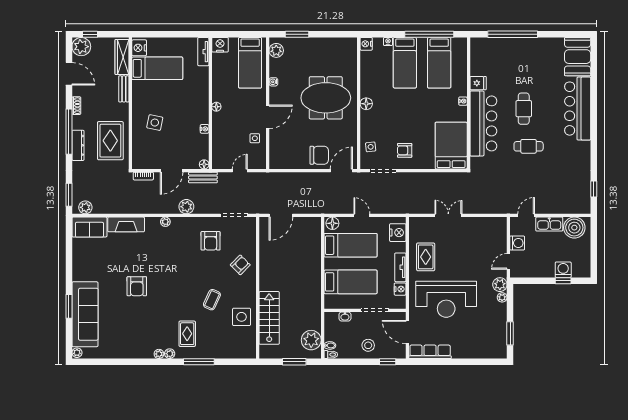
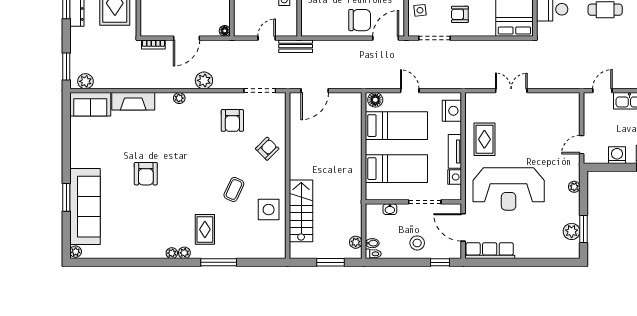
bench: (203, 177) -> (296, 46), moved
washing machine: (517, 243) -> (617, 155), moved, turned -90
plant: (500, 285) -> (572, 231), moved
plant: (311, 340) -> (356, 242), width x0.53, depth x0.53

